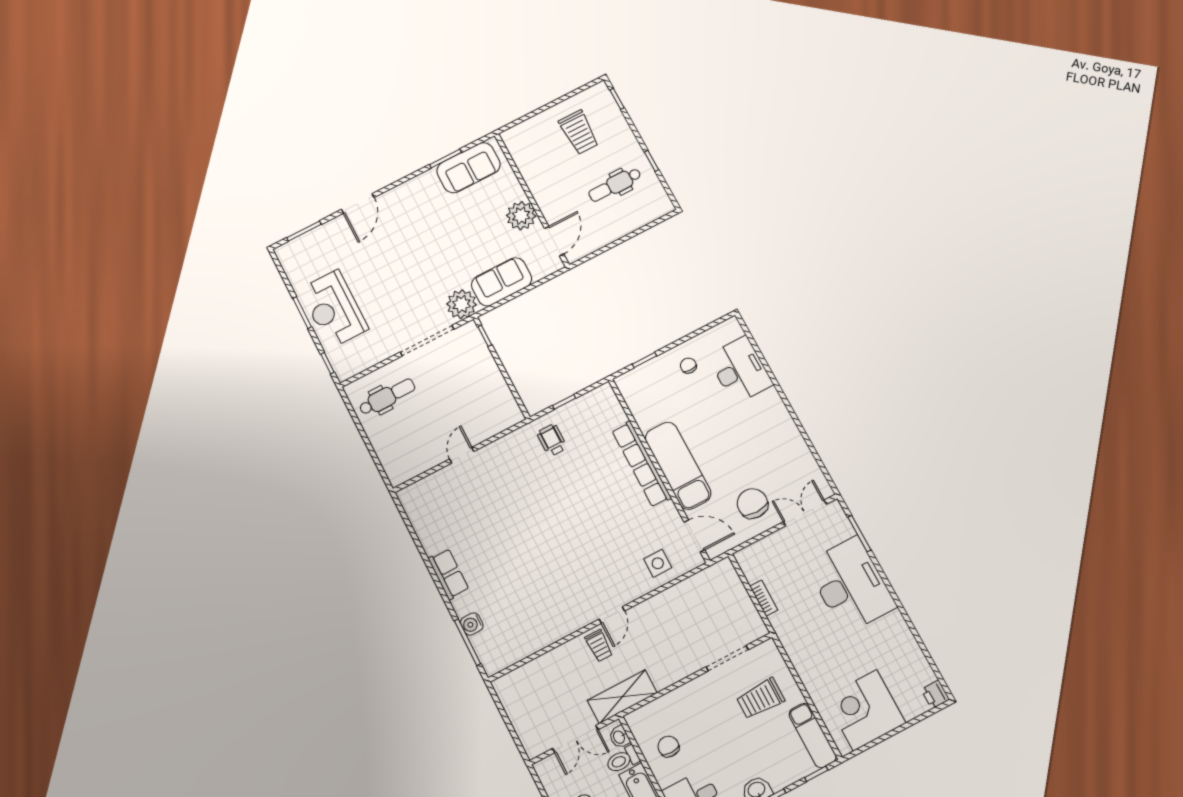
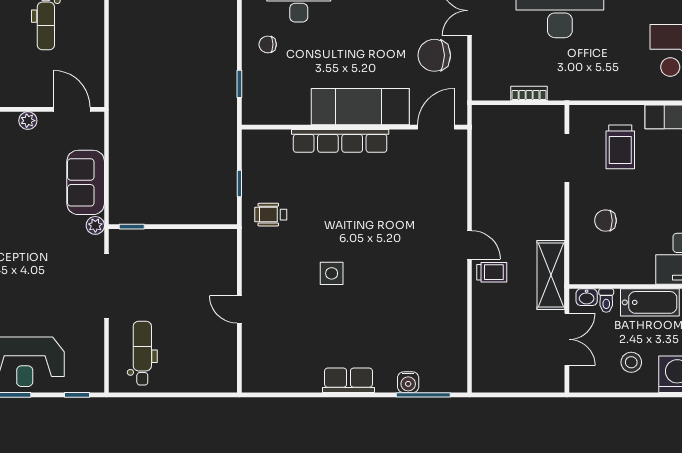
plant: (521, 216) -> (28, 121), width x0.53, depth x0.53
plant: (462, 304) -> (95, 225), width x0.53, depth x0.53
side table: (658, 563) -> (332, 273), moved
chair: (668, 747) -> (605, 221), moved
toilet: (623, 760) -> (606, 301), width x0.73, depth x0.72

